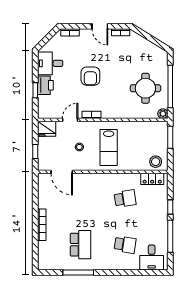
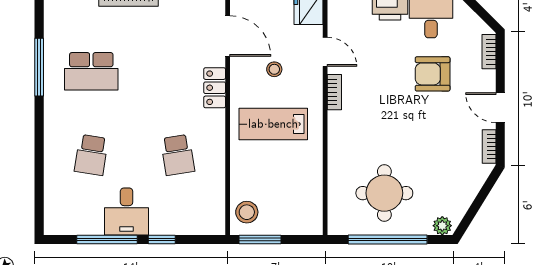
door: (100, 26) -> (500, 108), hinge flipped
armchair: (90, 76) -> (433, 74), moved
plant: (163, 114) -> (442, 226), moved
window: (170, 137) -> (260, 239), moved
door: (62, 172) -> (228, 36), swing flipped
locker: (152, 179) -> (215, 88), moved
desk: (152, 258) -> (127, 211), moved, turned -90

